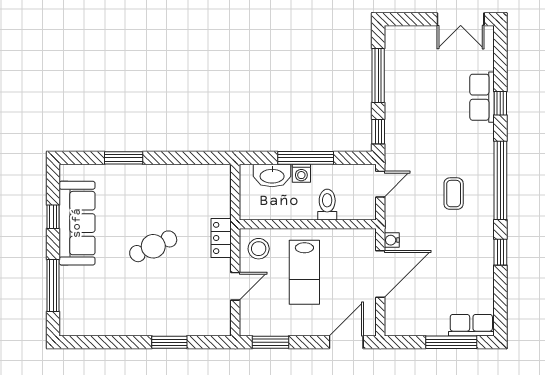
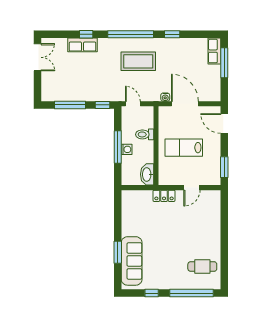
washbasin: (272, 176) -> (147, 174), moved, turned 180
coffee table: (454, 194) -> (138, 61), width x1.86, depth x1.72
sofa: (77, 223) -> (132, 261), moved, turned 90
cafe table: (153, 246) -> (202, 267), moved, turned -65
stool: (259, 249) -> (170, 174), removed
lab bench: (304, 272) -> (184, 148), turned 180
window: (53, 285) -> (191, 293), width x1.46
door: (235, 286) -> (192, 188), swing flipped
window: (169, 342) -> (224, 226), removed

